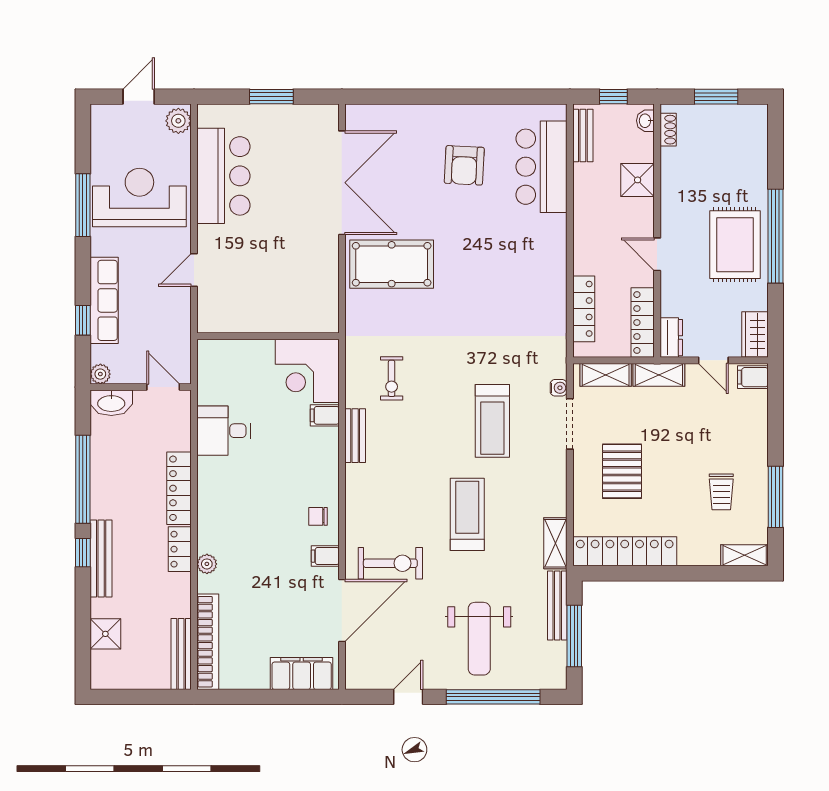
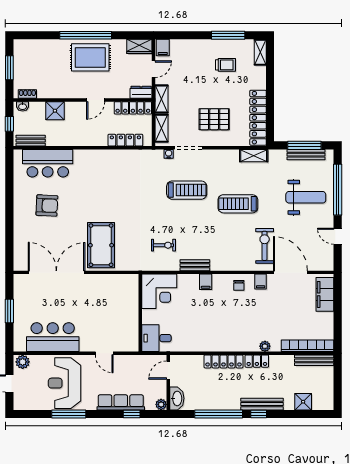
filing cabinet: (325, 415) -> (206, 282), moved
desk: (224, 431) -> (156, 338), moved, turned 90
bench: (557, 606) -> (306, 155), moved

